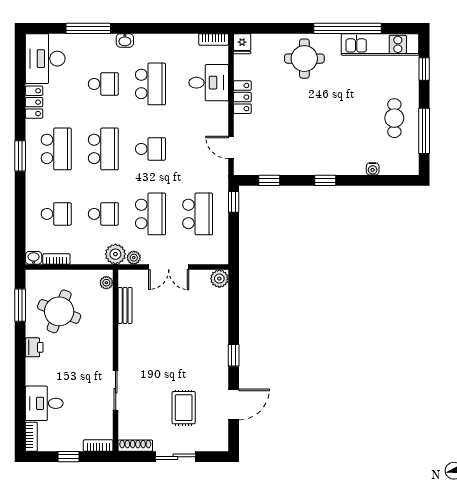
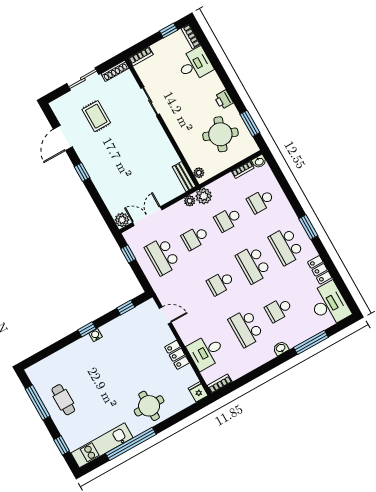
water cooler: (373, 169) -> (96, 335), moved
window: (234, 202) -> (128, 254), moved
school desk: (150, 214) -> (195, 238), width x0.54
double door: (169, 267) -> (147, 216), moved
bench: (125, 305) -> (184, 177), moved
window: (69, 457) -> (169, 31), moved

